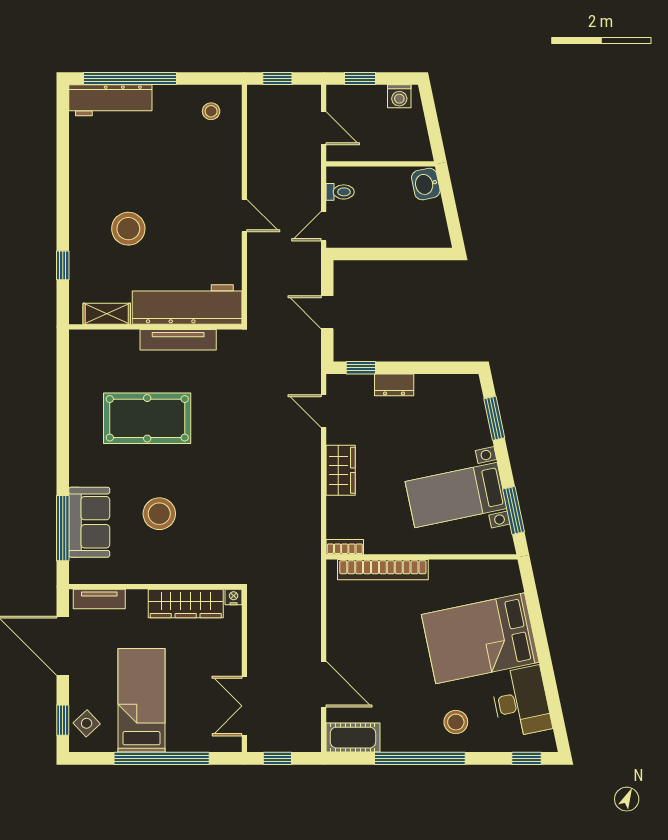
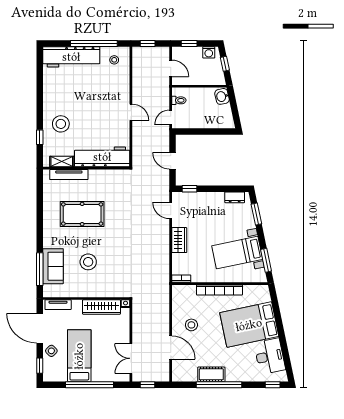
window: (130, 78) -> (94, 43), moved
workbench: (110, 100) -> (71, 57), width x1.36, depth x1.32
window: (431, 119) -> (225, 64), added
stool: (128, 229) -> (61, 124), moved
tv unit: (178, 340) -> (69, 175), moved
dresser: (394, 385) -> (235, 197), moved
bookcase: (383, 570) -> (220, 290), moved
stool: (456, 722) -> (191, 325), moved
side table: (87, 723) -> (51, 351), moved
cot: (353, 738) -> (211, 374), moved

